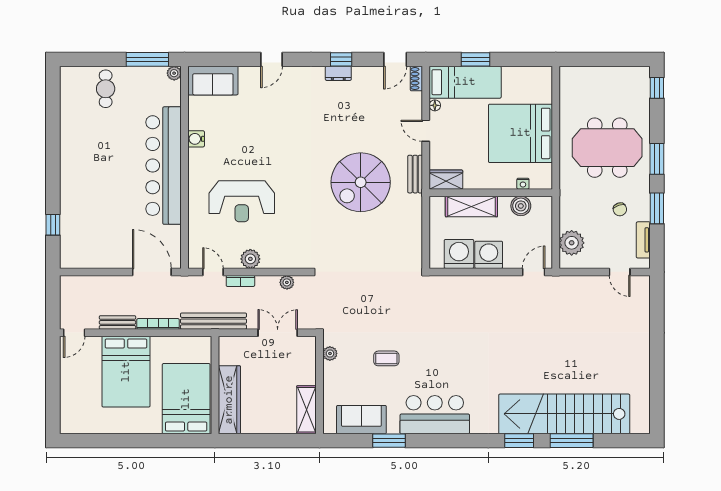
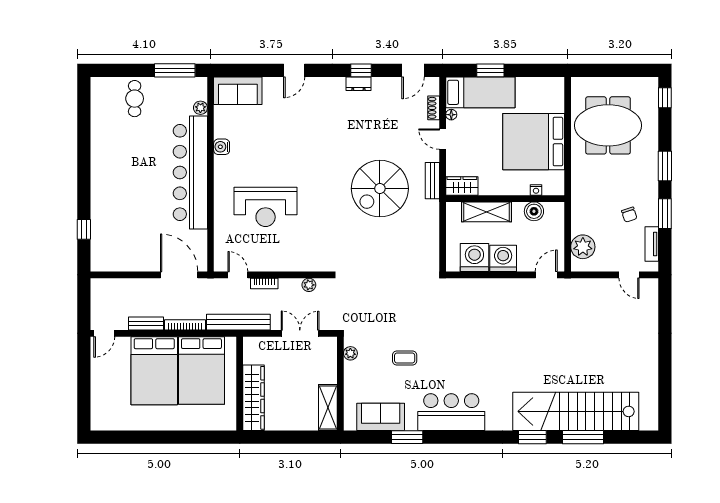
plant: (174, 73) -> (200, 108), moved
shoe rack: (416, 79) -> (434, 108), moved
meeting table: (607, 148) -> (608, 125), moved
plant: (250, 259) -> (274, 262), removed
bed: (186, 399) -> (201, 370), moved, turned 180

